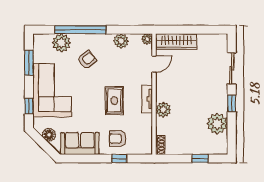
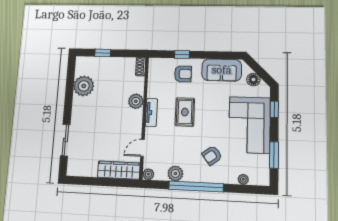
window: (80, 30) -> (196, 187), moved
plant: (61, 43) -> (243, 179), width x0.53, depth x0.53
window: (232, 103) -> (68, 105), removed

